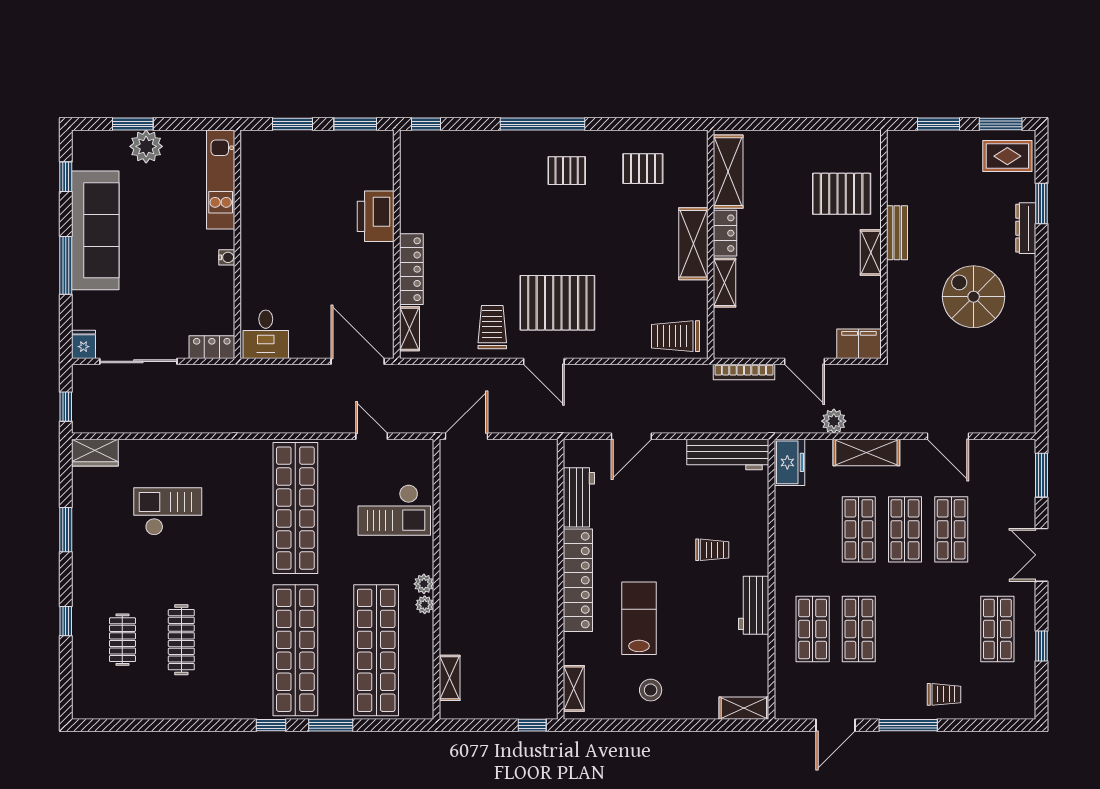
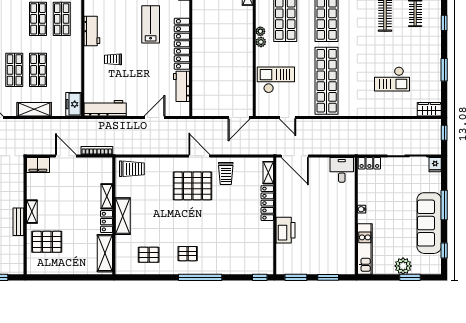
plant: (834, 421) -> (51, 125), removed
lab bench: (639, 618) -> (151, 24), turned 180

